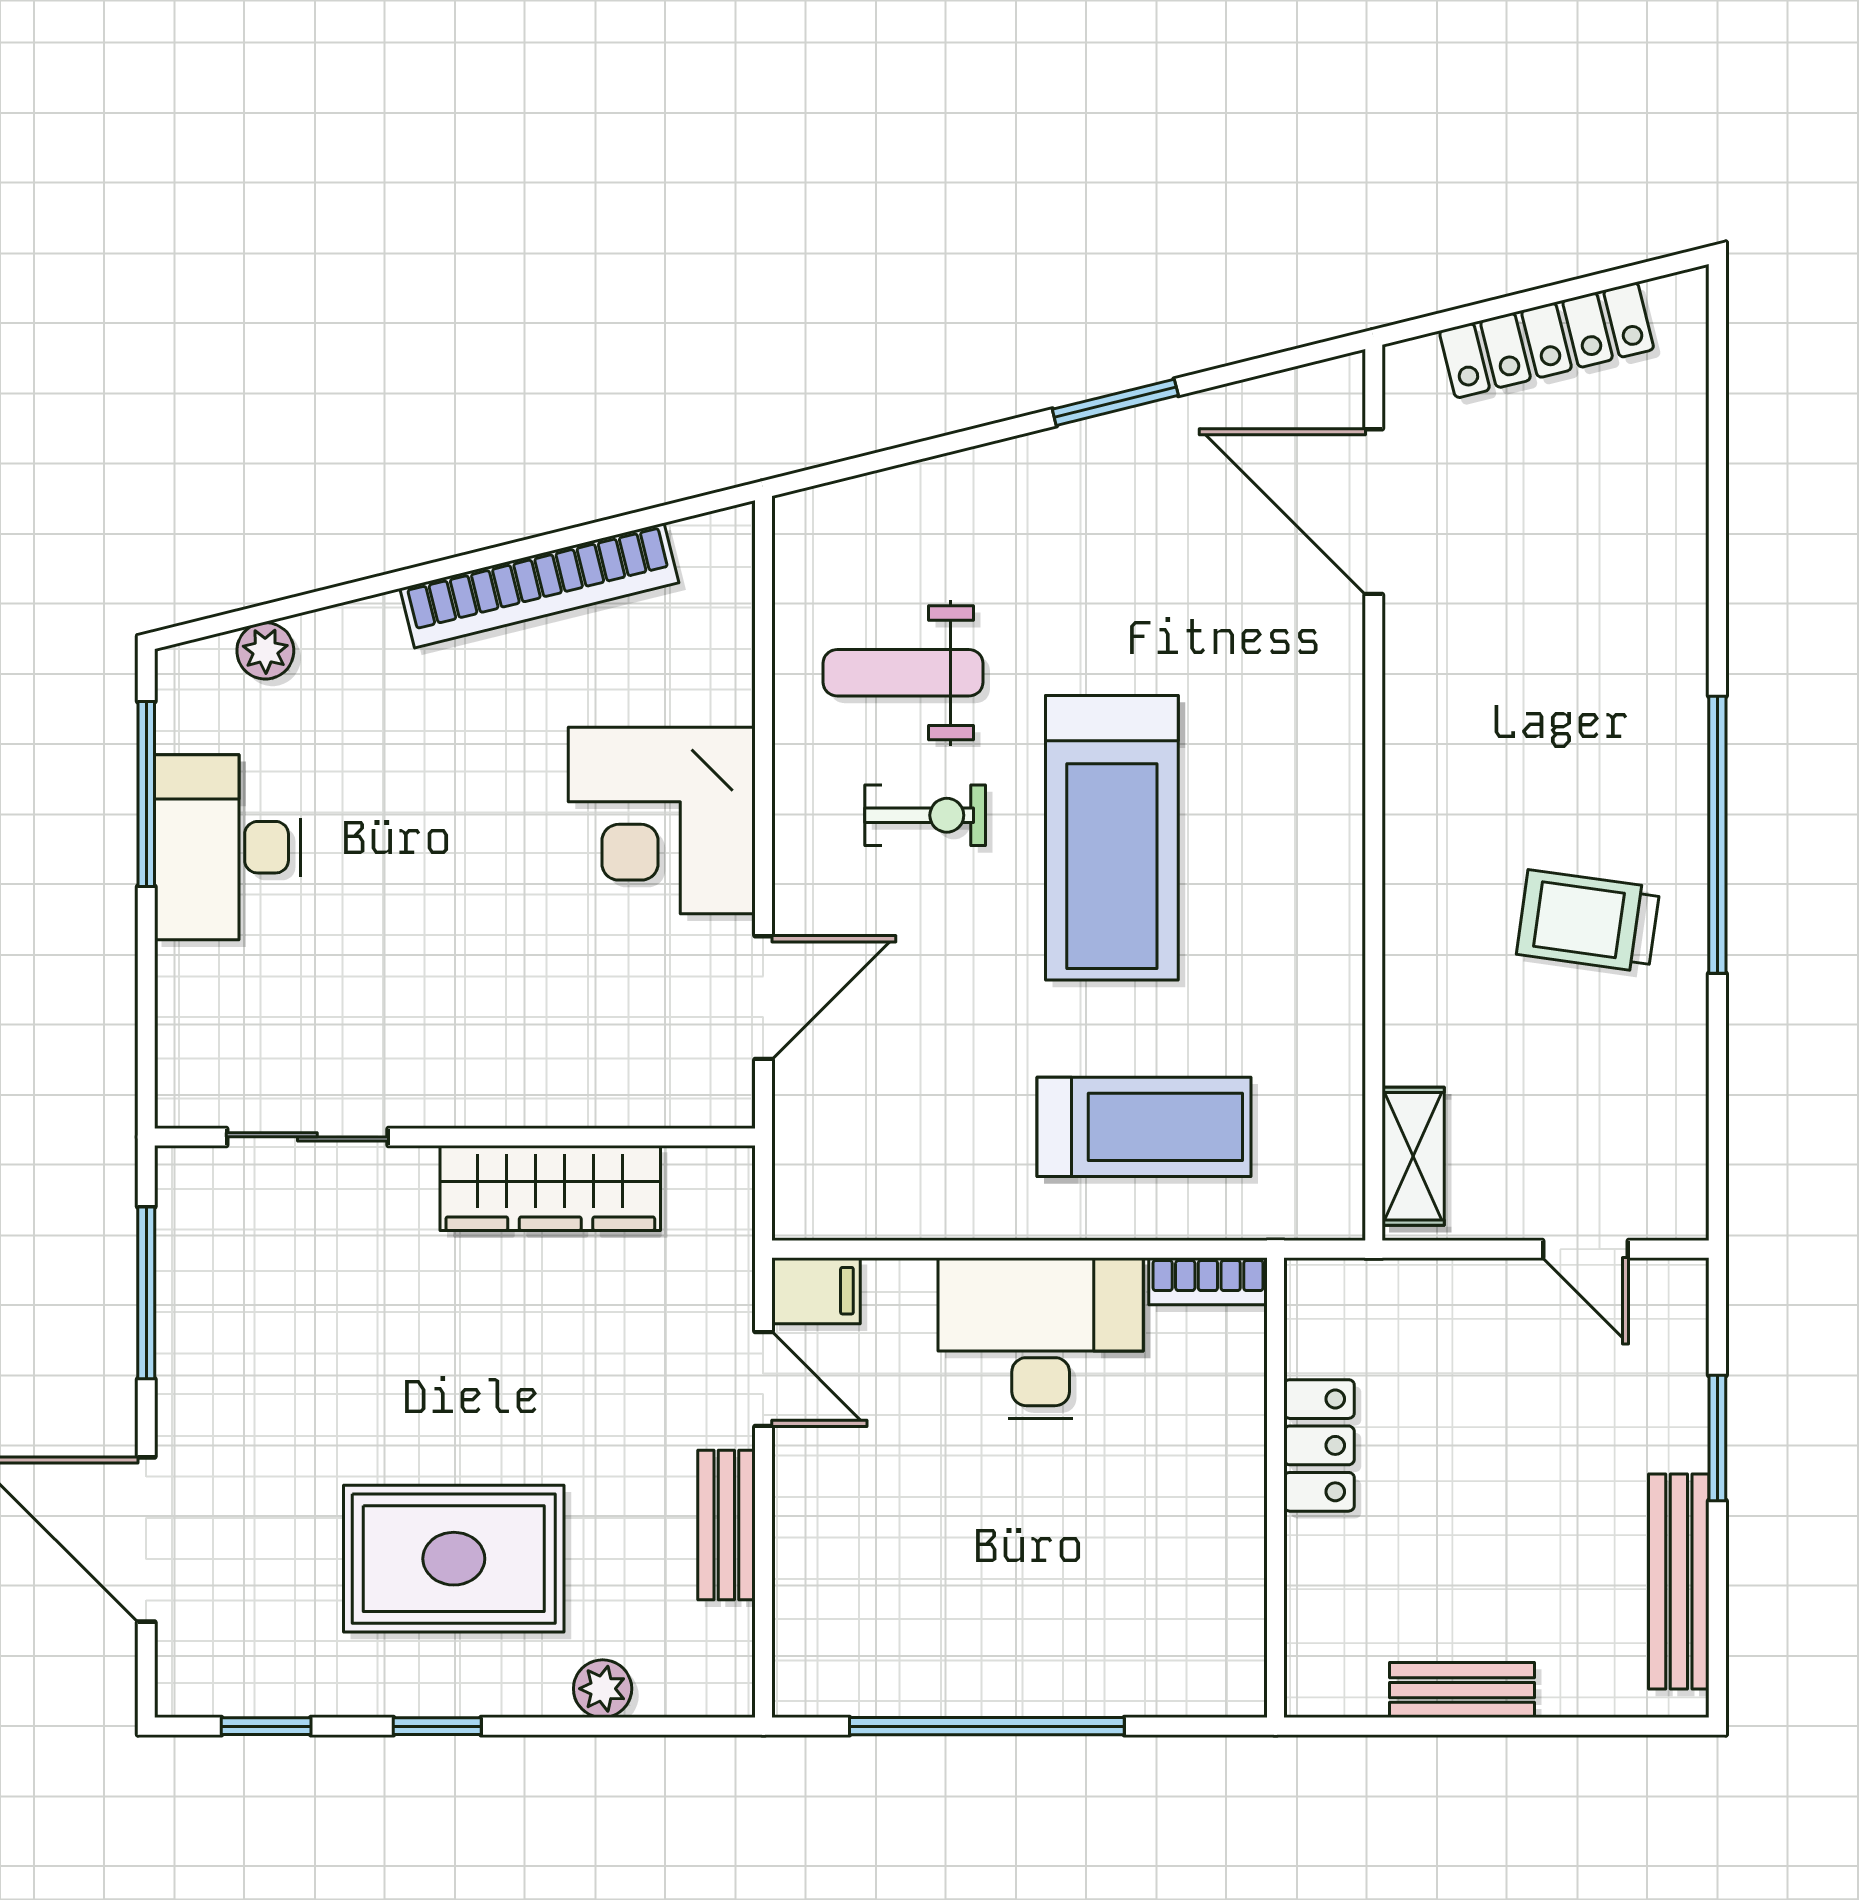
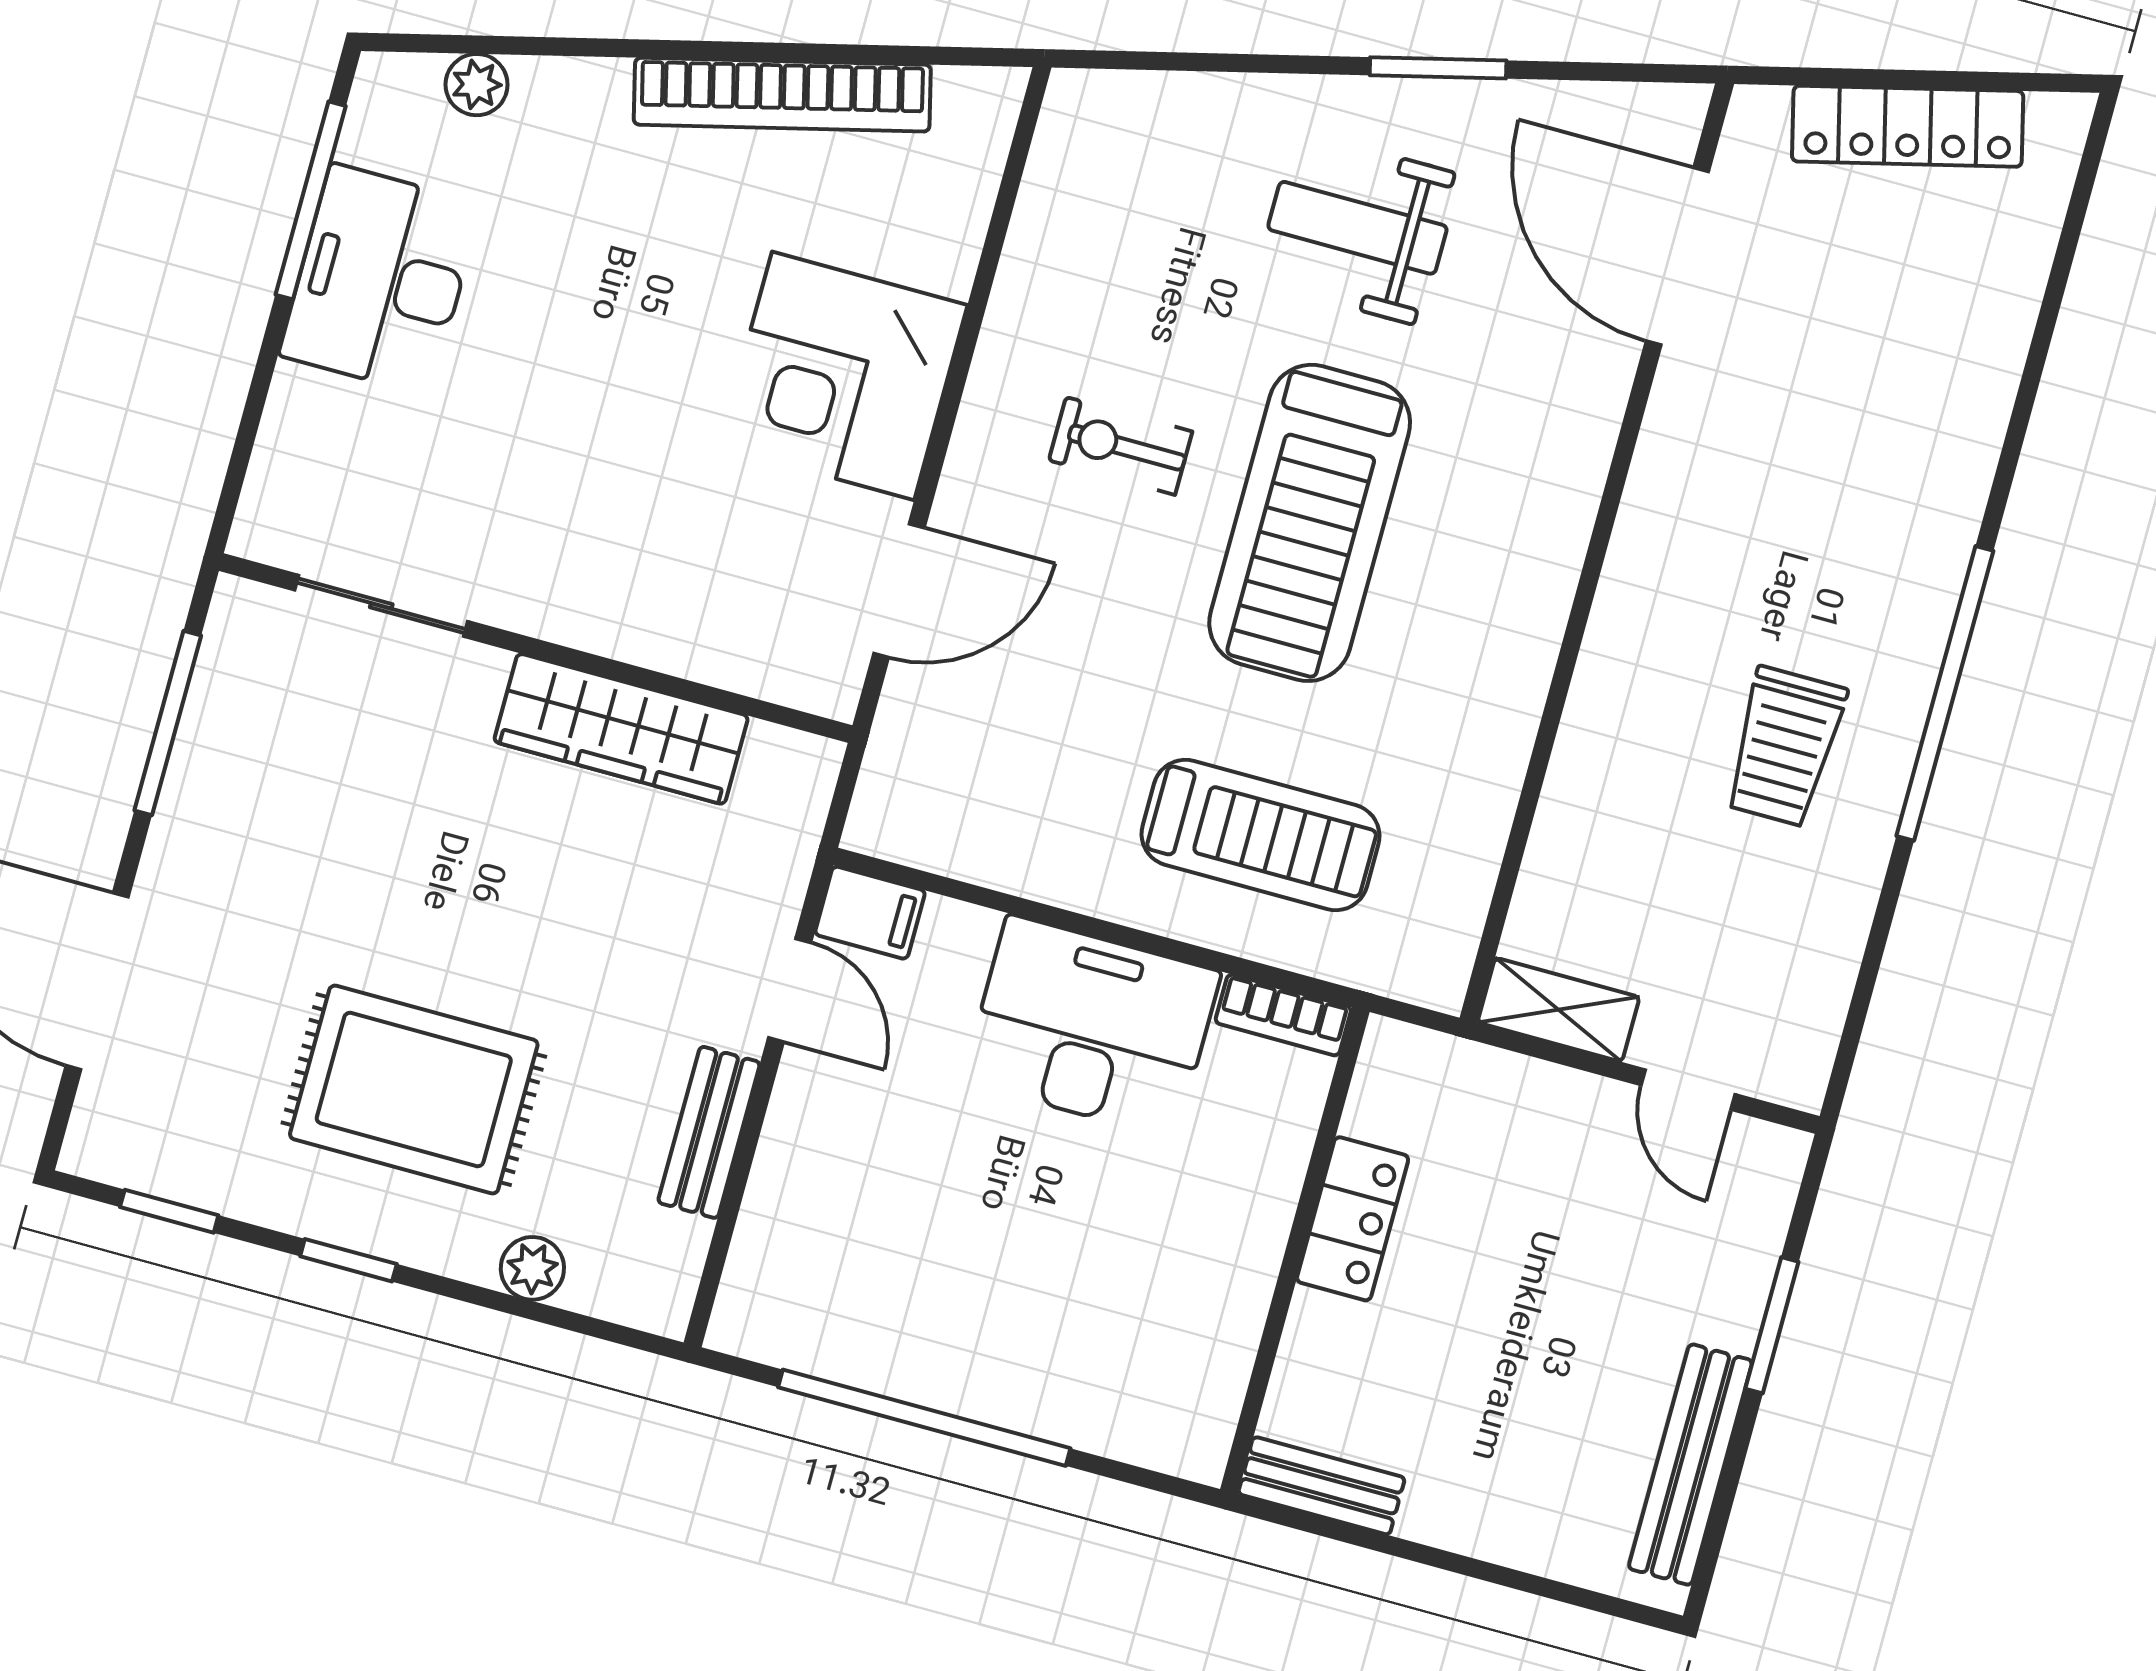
weight bench: (903, 673) -> (1357, 228), moved
exercise bike: (925, 815) -> (1121, 446), turned 180
trolley: (1588, 921) -> (1785, 747), turned -98
shelving: (1413, 1156) -> (1558, 1010), moved, turned 90
bench: (1462, 1690) -> (1321, 1486), moved

